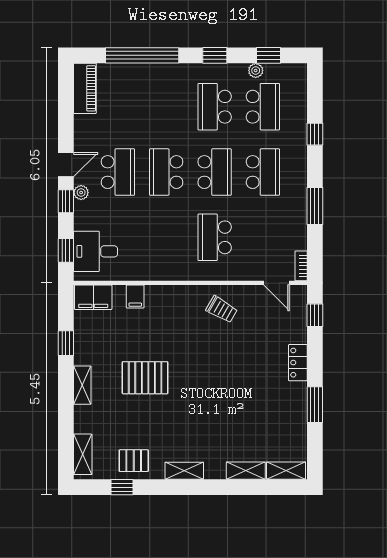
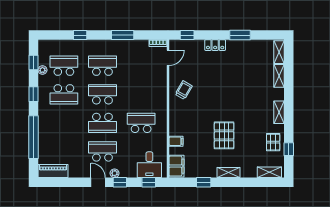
school desk: (215, 237) -> (141, 123), moved, turned 180

